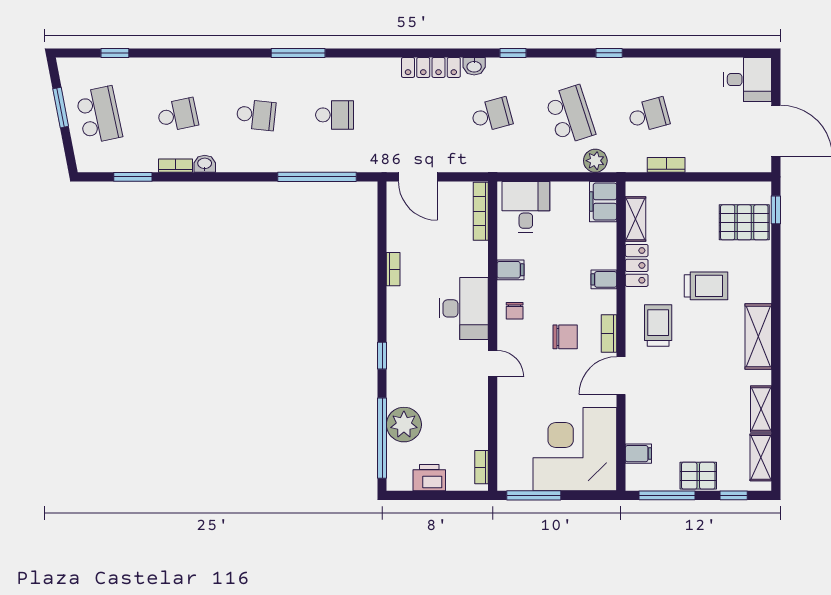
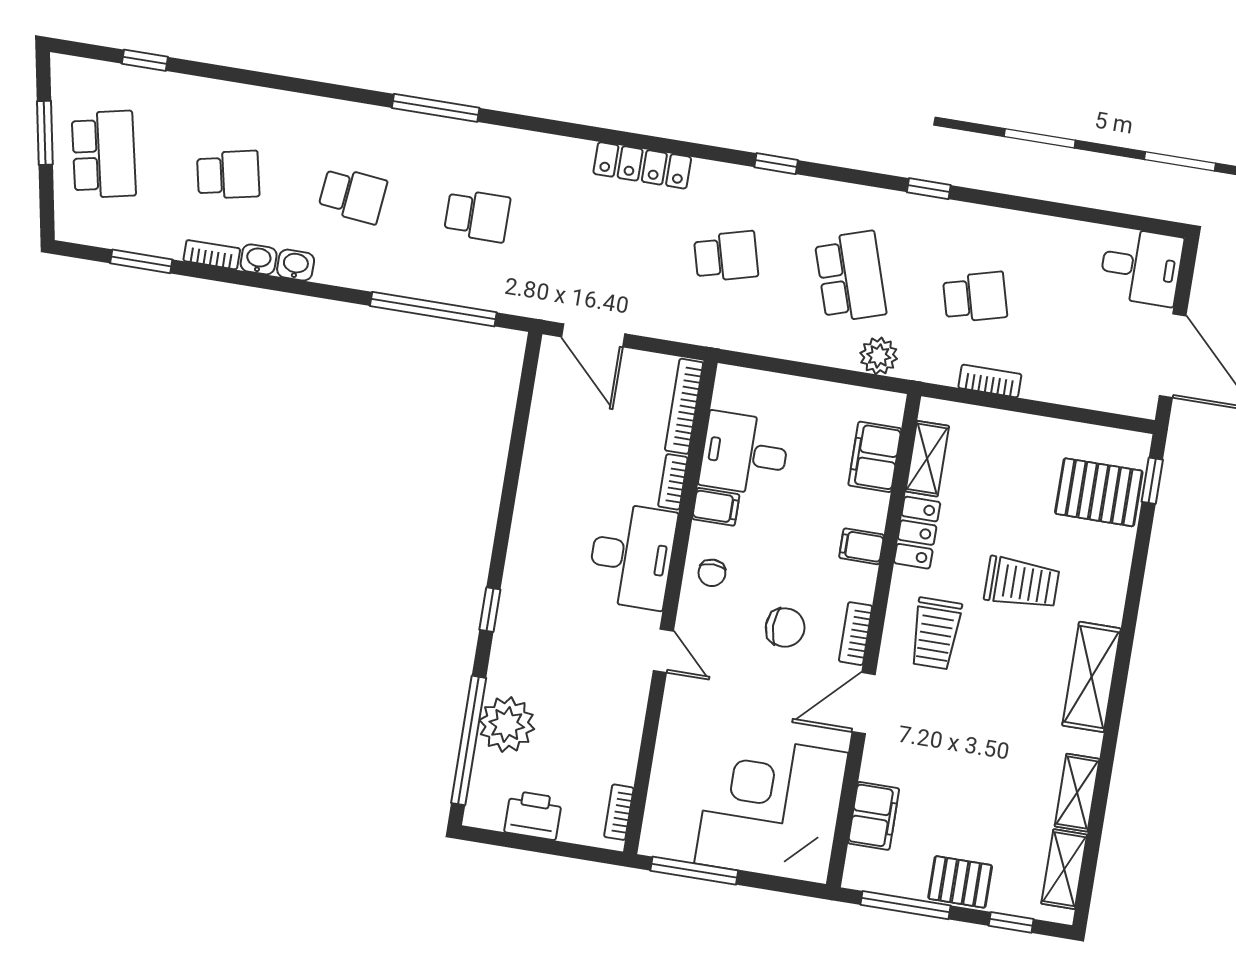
washbasin: (474, 66) -> (296, 265), moved, turned 180
filing cabinet: (603, 202) -> (875, 457), moved
desk: (526, 207) -> (744, 454), moved, turned -90
bookcase: (393, 269) -> (673, 482), moved, turned 180
trolley: (658, 325) -> (936, 633), turned 180
filing cabinet: (638, 454) -> (874, 816), width x2.00

